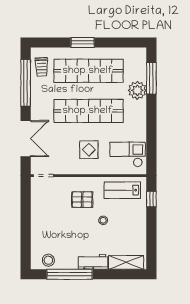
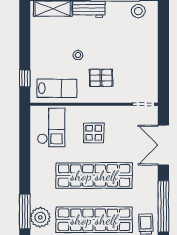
plant: (137, 90) -> (40, 217), moved
checkout: (128, 155) -> (51, 128), turned -90

